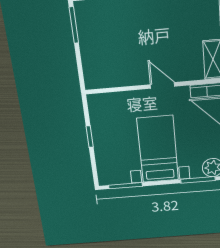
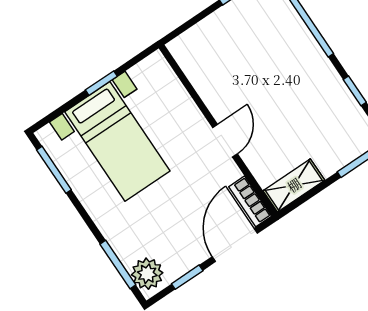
bed with nightstands: (158, 149) -> (117, 141), moved, turned 90

